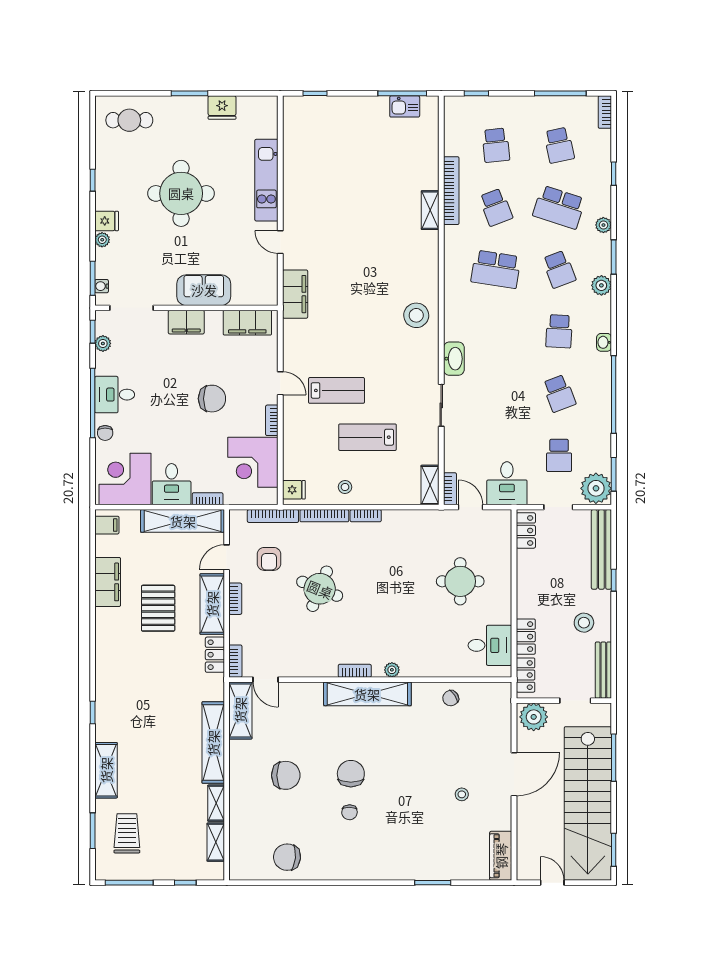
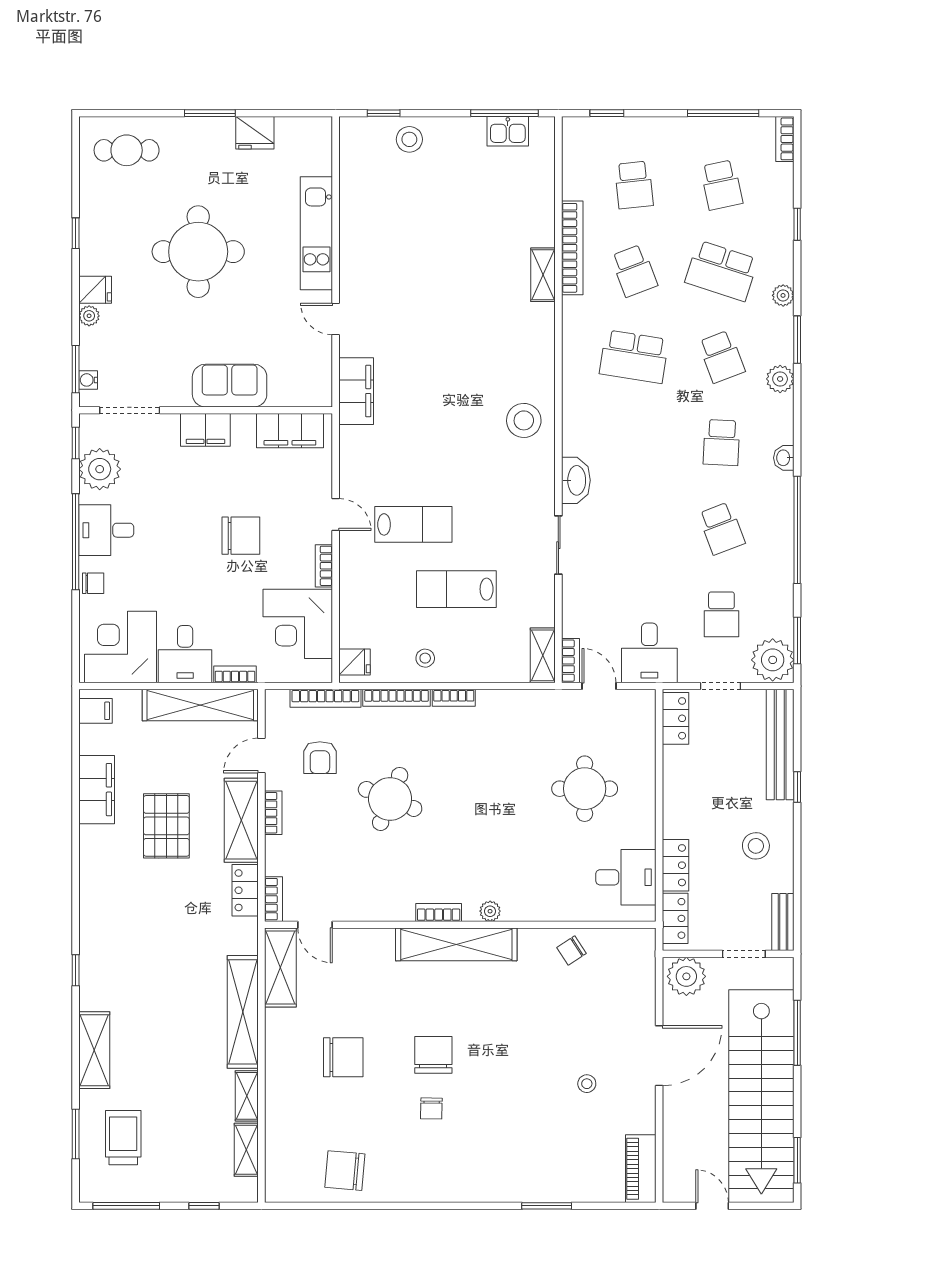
stool: (334, 112) -> (409, 139), added
plant: (103, 343) -> (100, 469), width x1.87, depth x1.87
chair: (105, 433) -> (93, 583), turned -90
bench: (603, 670) -> (783, 922), width x0.73

